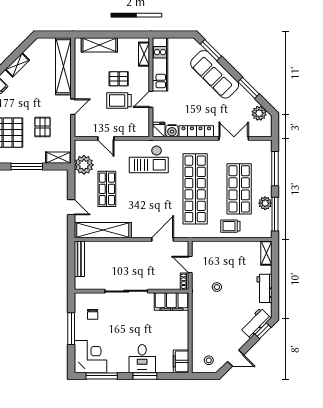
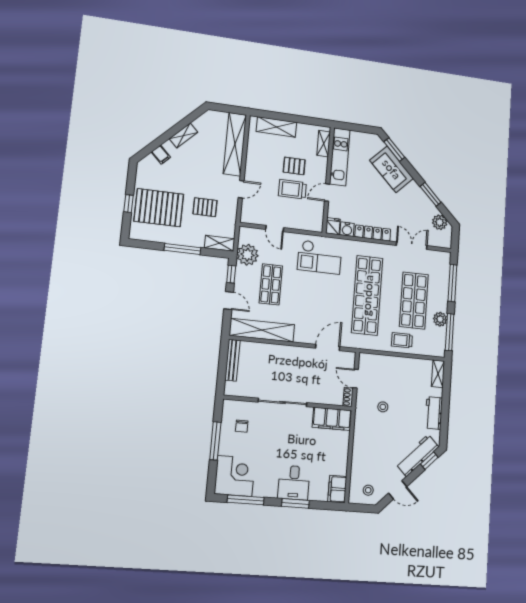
sofa: (215, 74) -> (392, 169), width x0.73
pallet: (43, 127) -> (205, 207), turned 90
window: (71, 184) -> (231, 274), added
workbench: (256, 323) -> (417, 455), width x1.38

